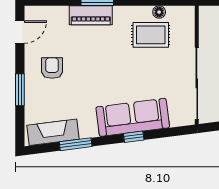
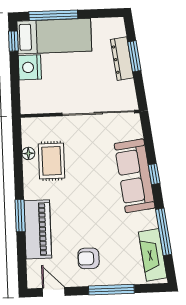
piano: (91, 15) -> (38, 229), width x1.37, depth x1.33
window: (20, 90) -> (111, 290), width x1.44
window: (76, 144) -> (164, 232), width x1.44

